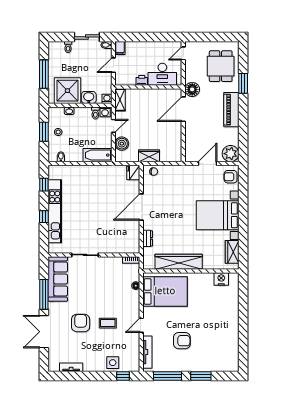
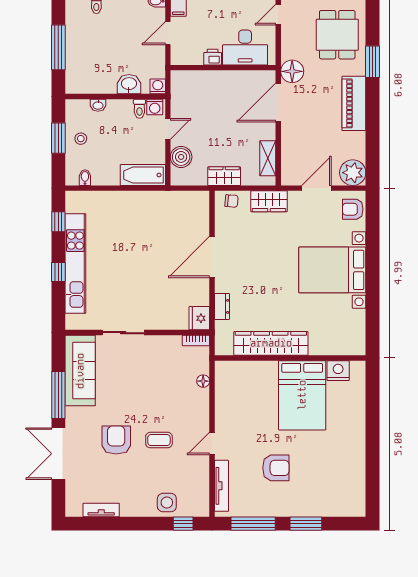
shower: (67, 91) -> (95, 73), removed
shelving: (120, 100) -> (268, 158), moved
fridge: (133, 172) -> (199, 318), moved
wardrobe: (232, 252) -> (269, 201), moved, turned -90
bed: (165, 291) -> (302, 395), moved, turned 90

